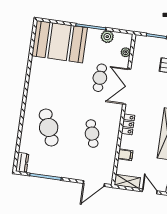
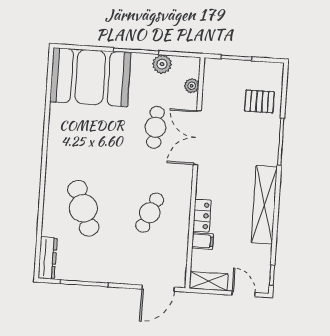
locker: (128, 124) -> (202, 216), moved
cafe table: (92, 134) -> (150, 213), turned 39
dresser: (22, 163) -> (48, 258), width x1.44

